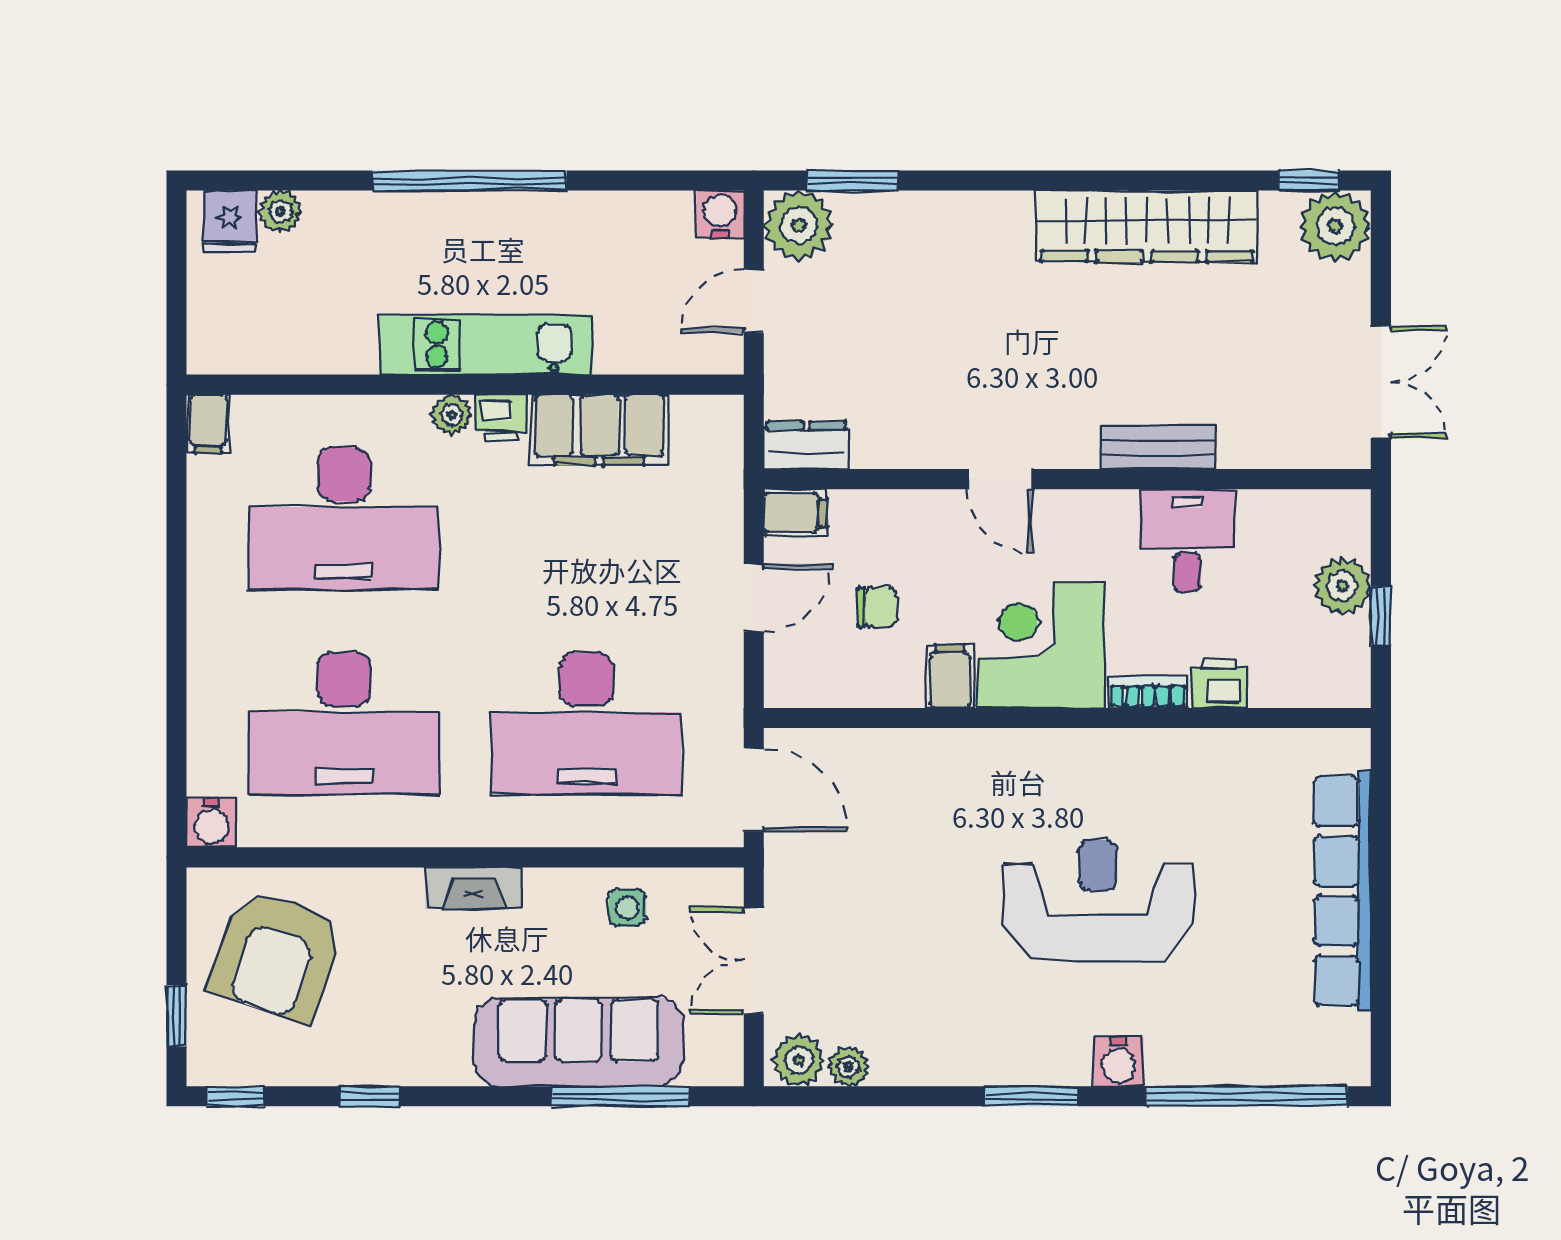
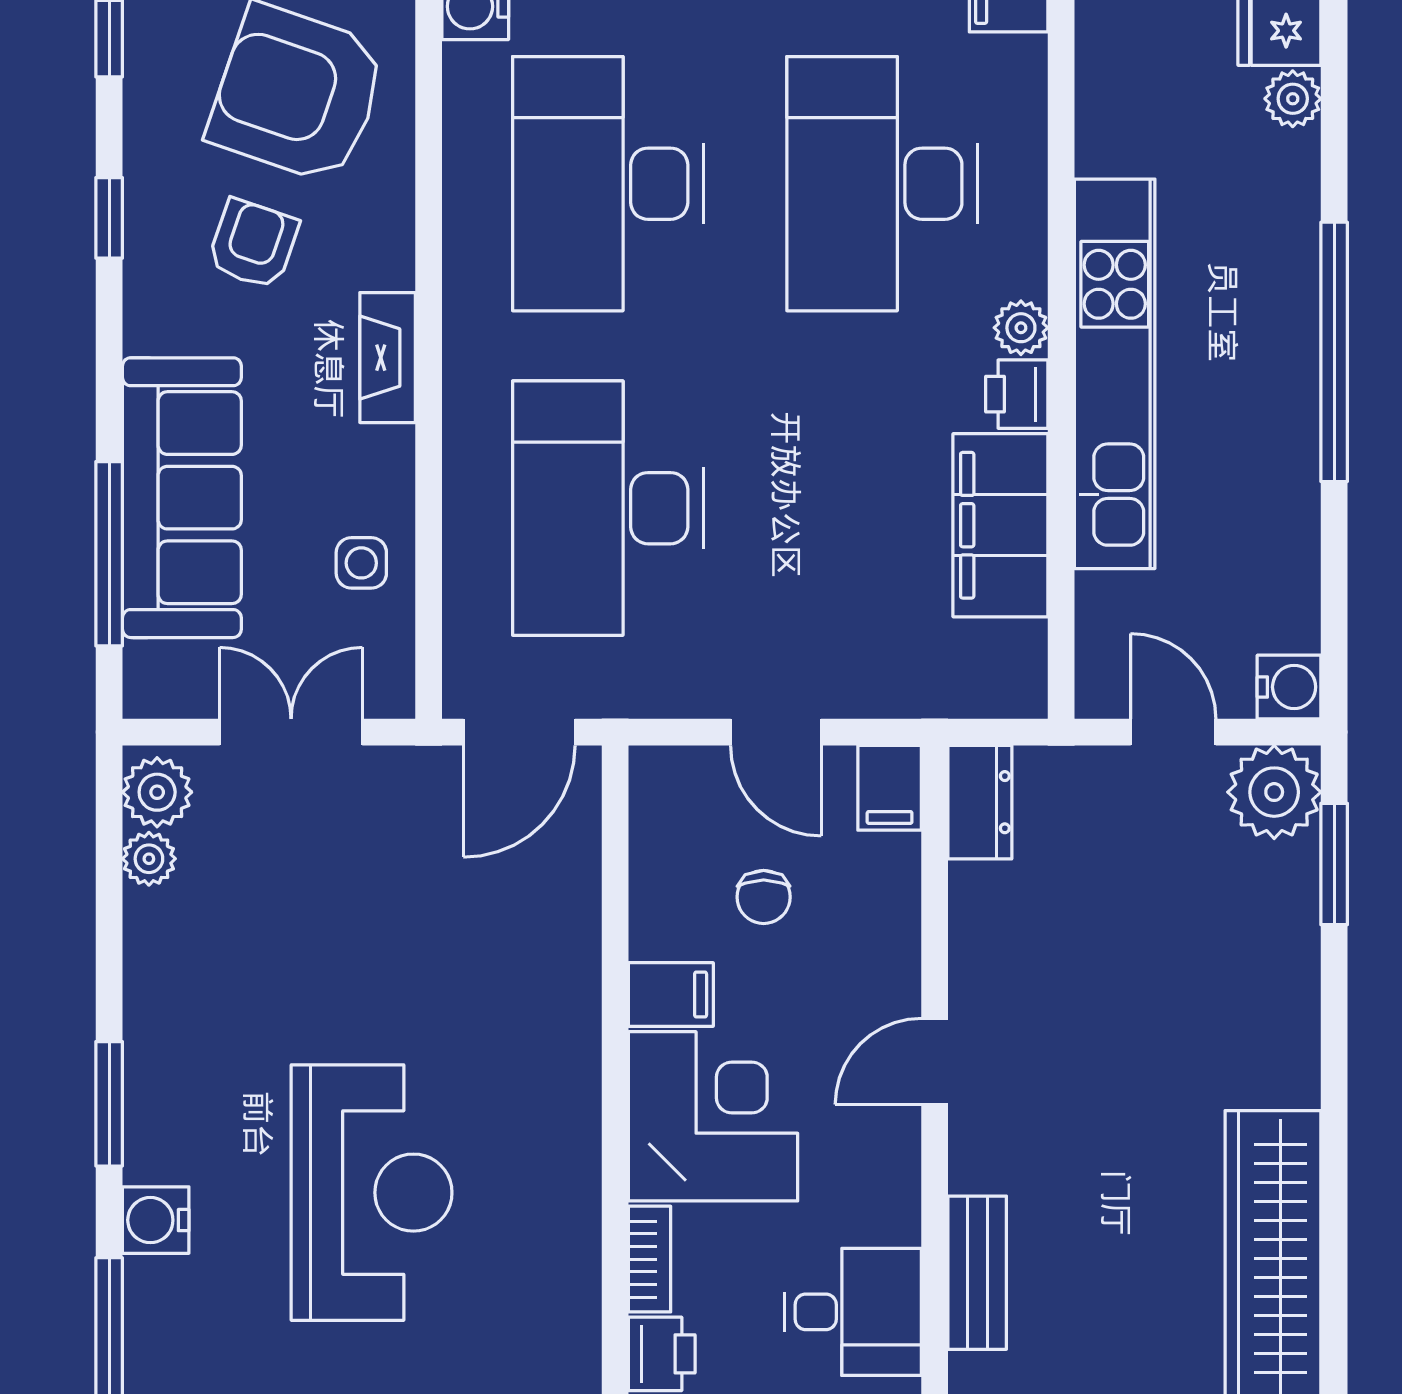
kitchen unit: (486, 345) -> (1115, 374), width x1.36
armchair: (389, 989) -> (253, 244), added

